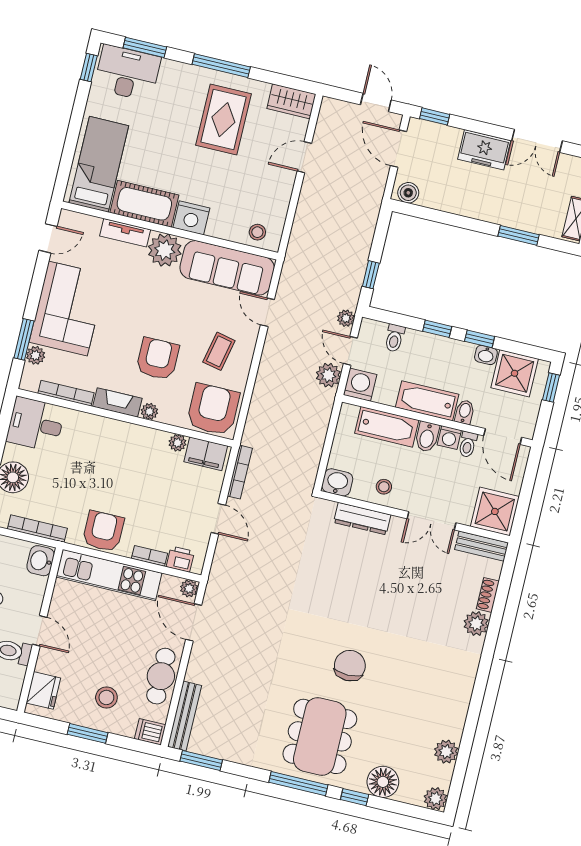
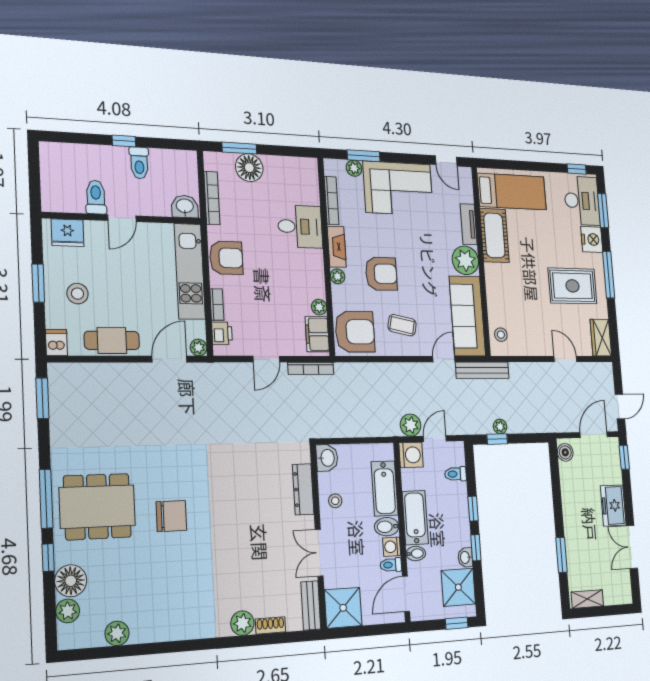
nightstand: (191, 218) -> (592, 239), moved, turned 180
plant: (346, 318) -> (500, 427), moved
desk: (36, 424) -> (300, 227), moved, turned 90
bench: (184, 716) -> (482, 370), moved
plant: (435, 799) -> (68, 611), moved

